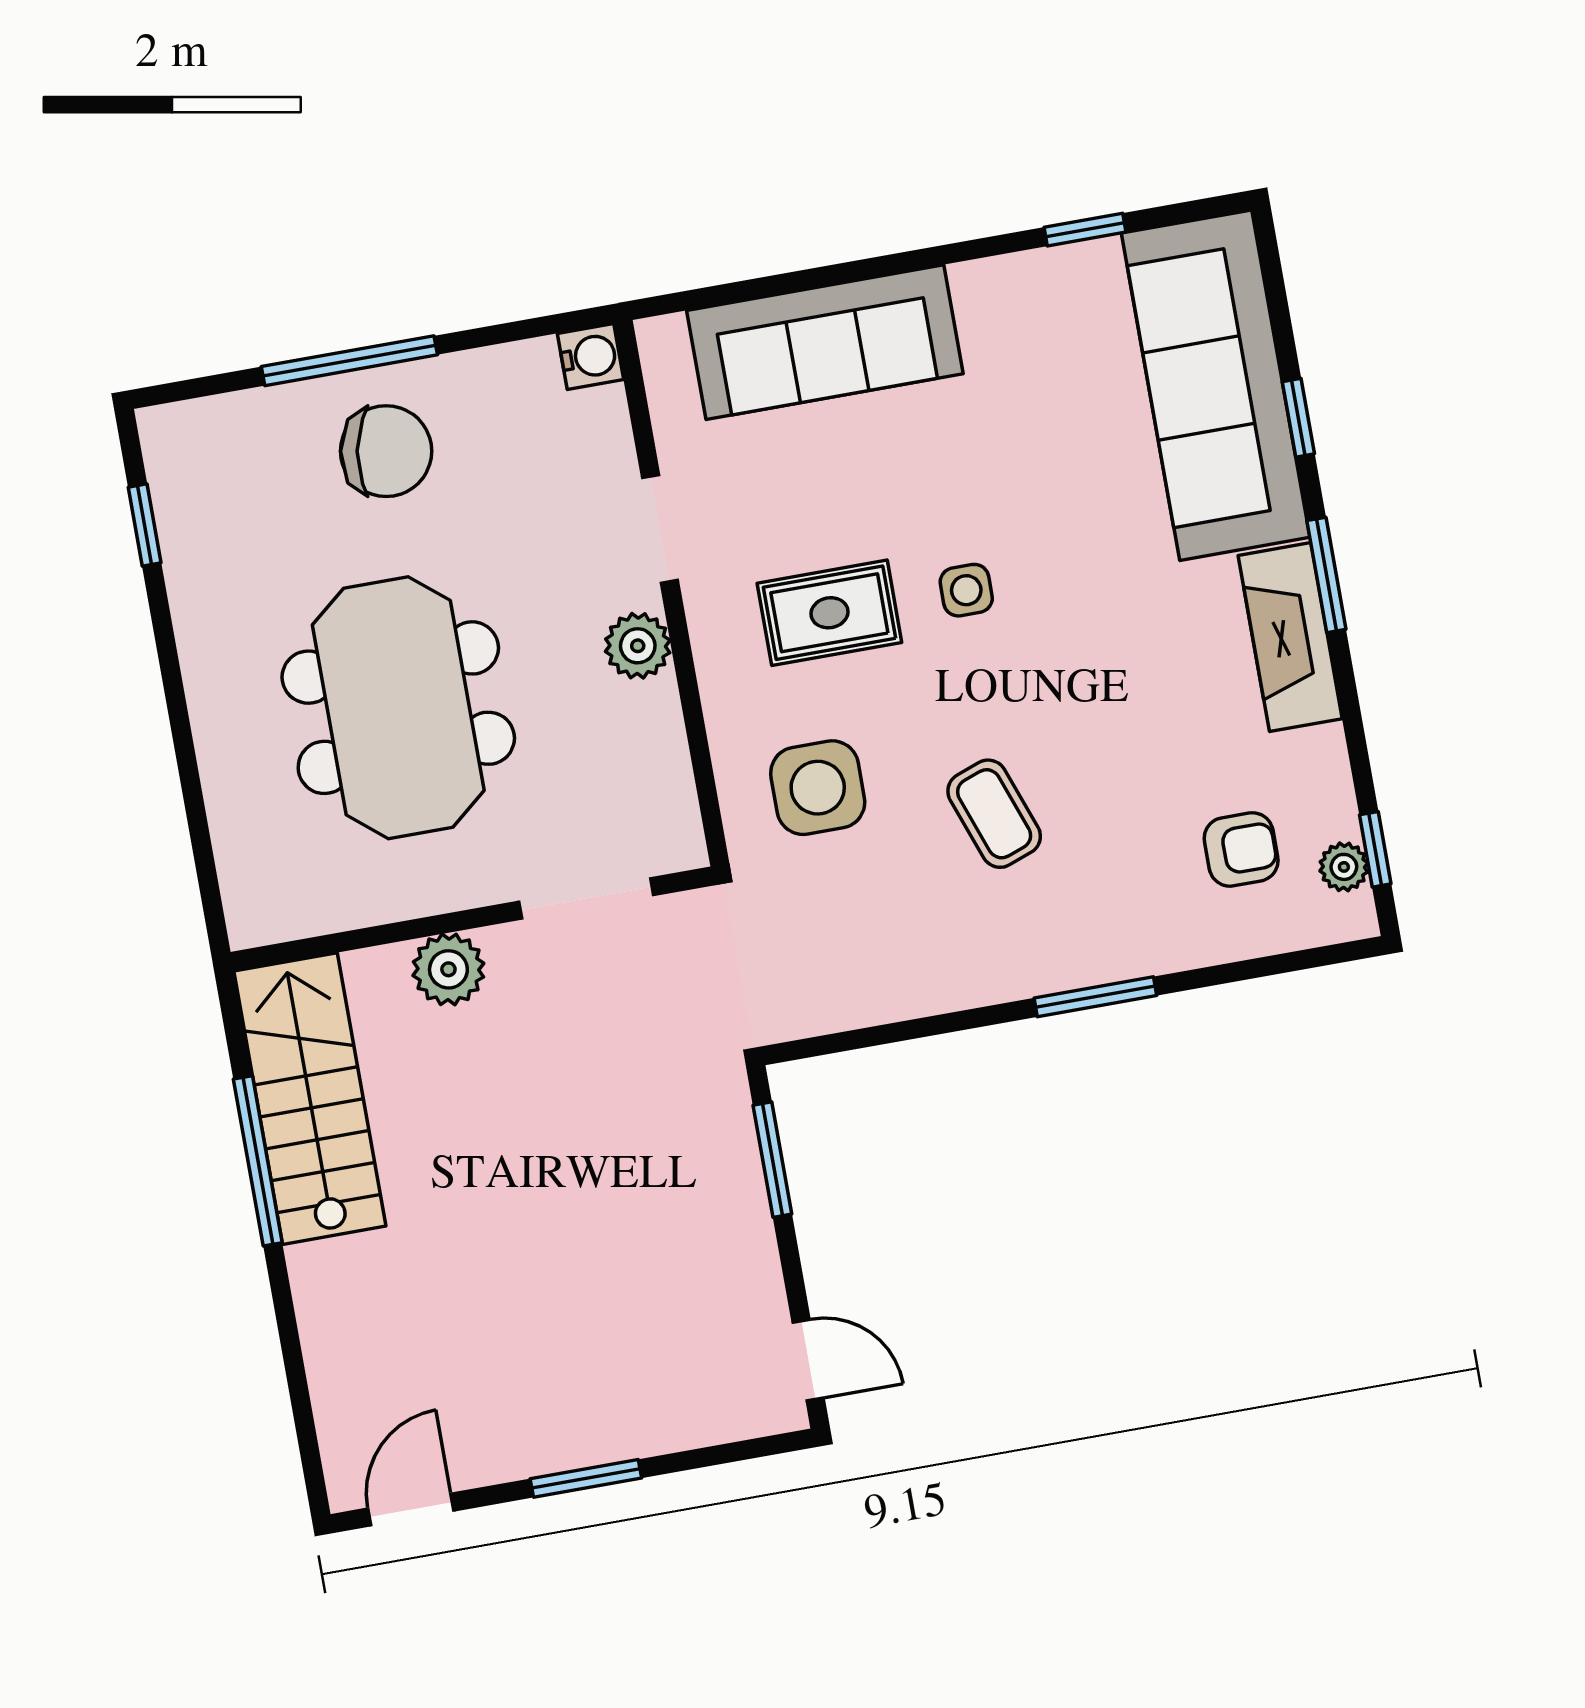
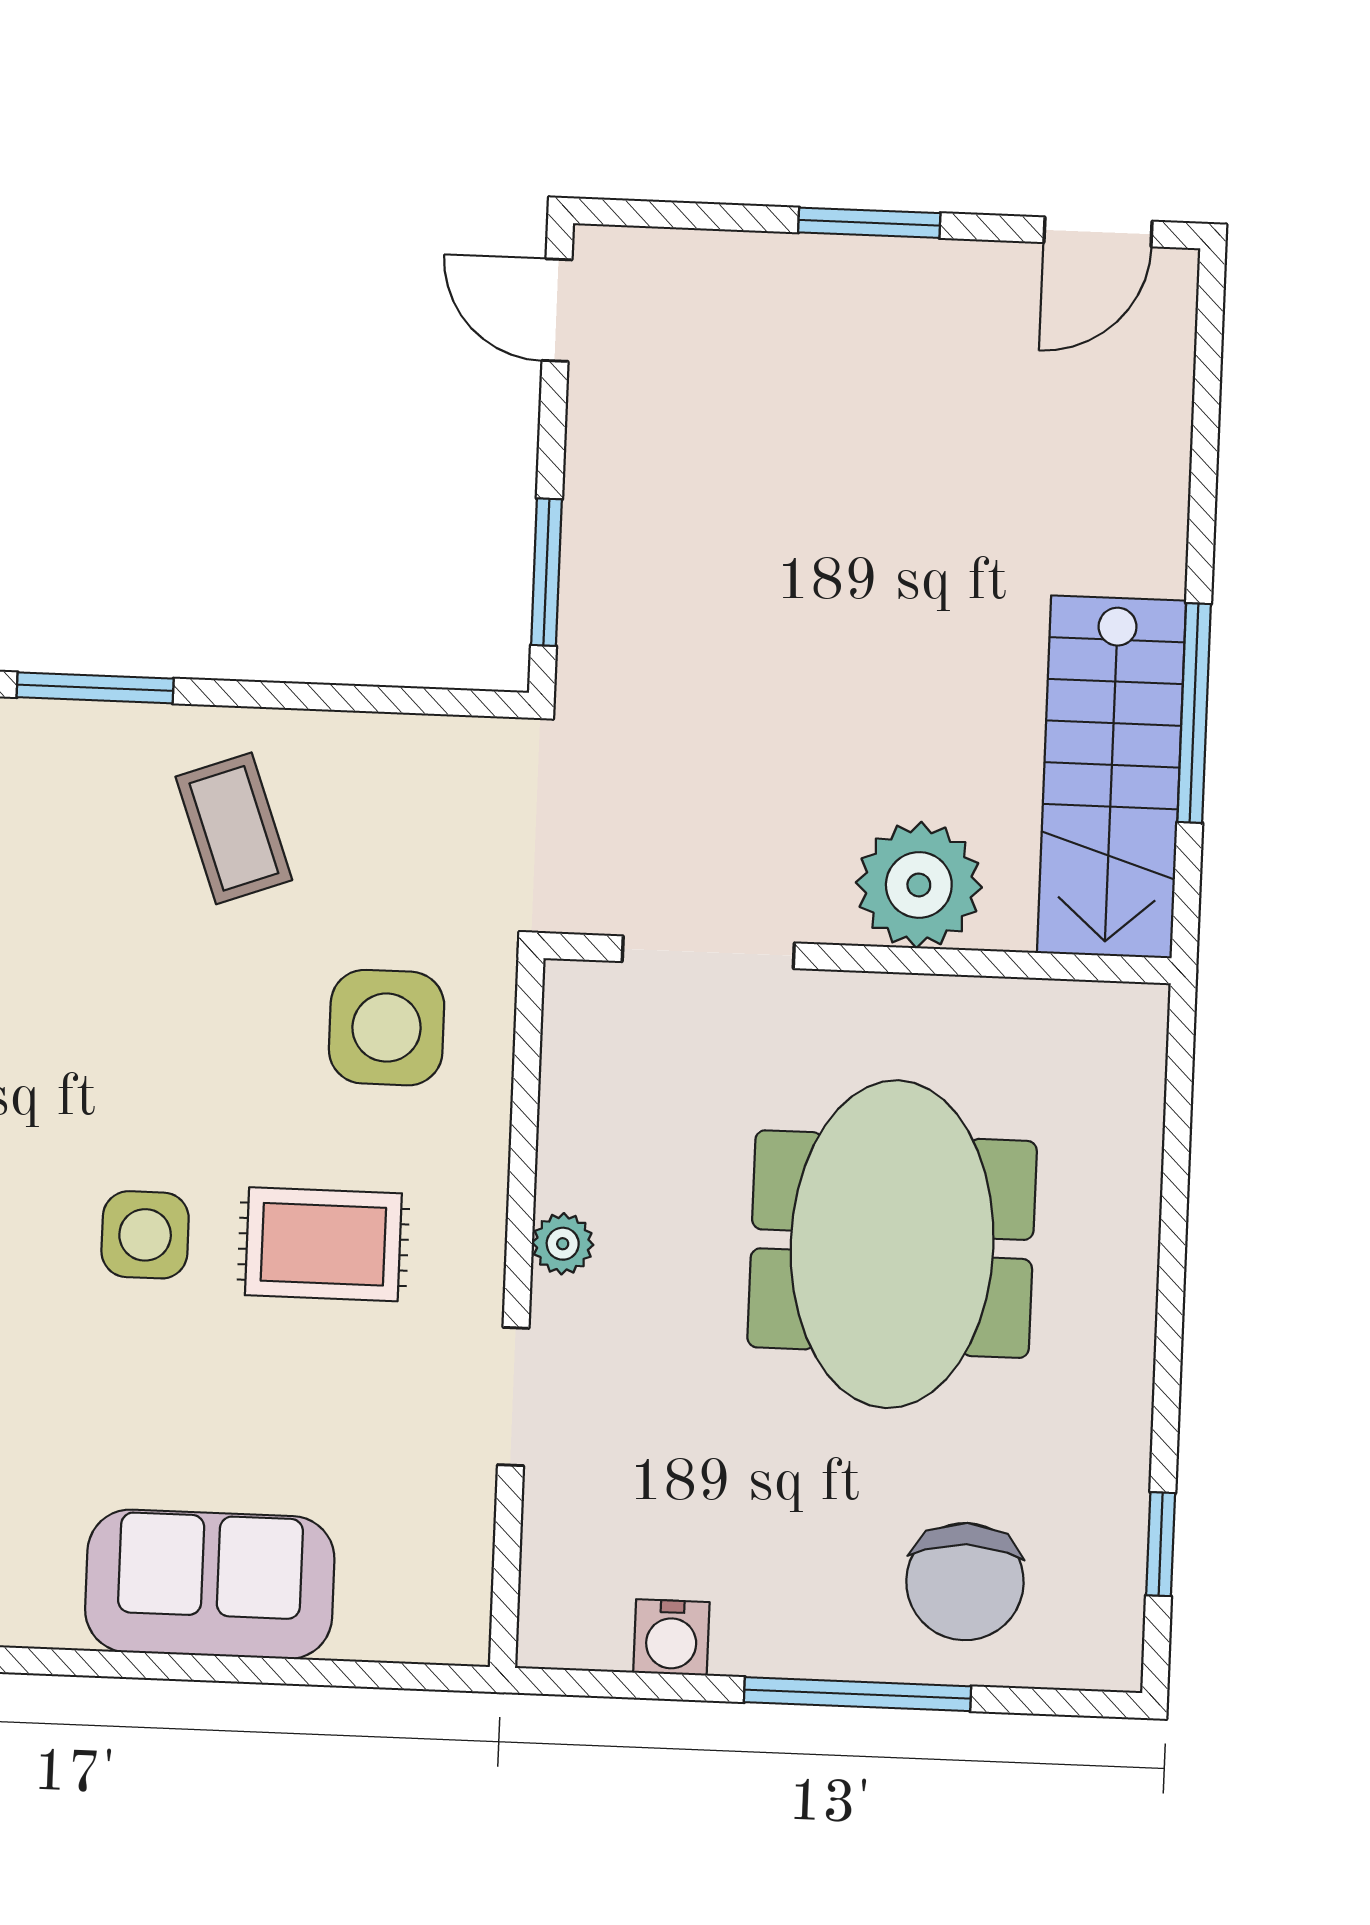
sofa: (825, 342) -> (210, 1584), width x0.73
water cooler: (591, 357) -> (671, 1637), moved, turned -90
chair: (386, 451) -> (965, 1582), moved, turned -100
side table: (966, 590) -> (145, 1235), width x1.37, depth x1.37
plant: (638, 646) -> (563, 1244), width x0.73, depth x0.73
coffee table: (994, 814) -> (234, 828), moved
plant: (448, 969) -> (919, 885), width x1.36, depth x1.36

